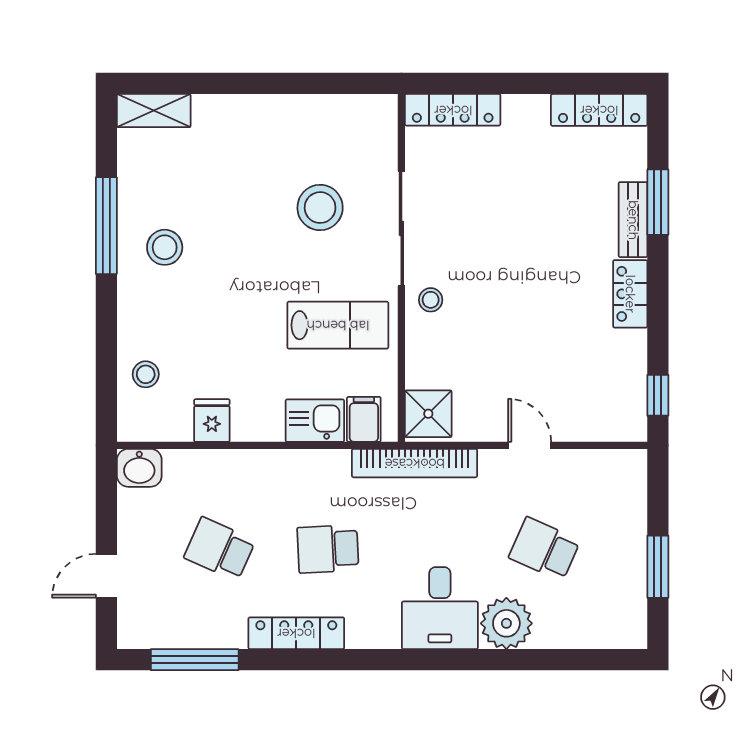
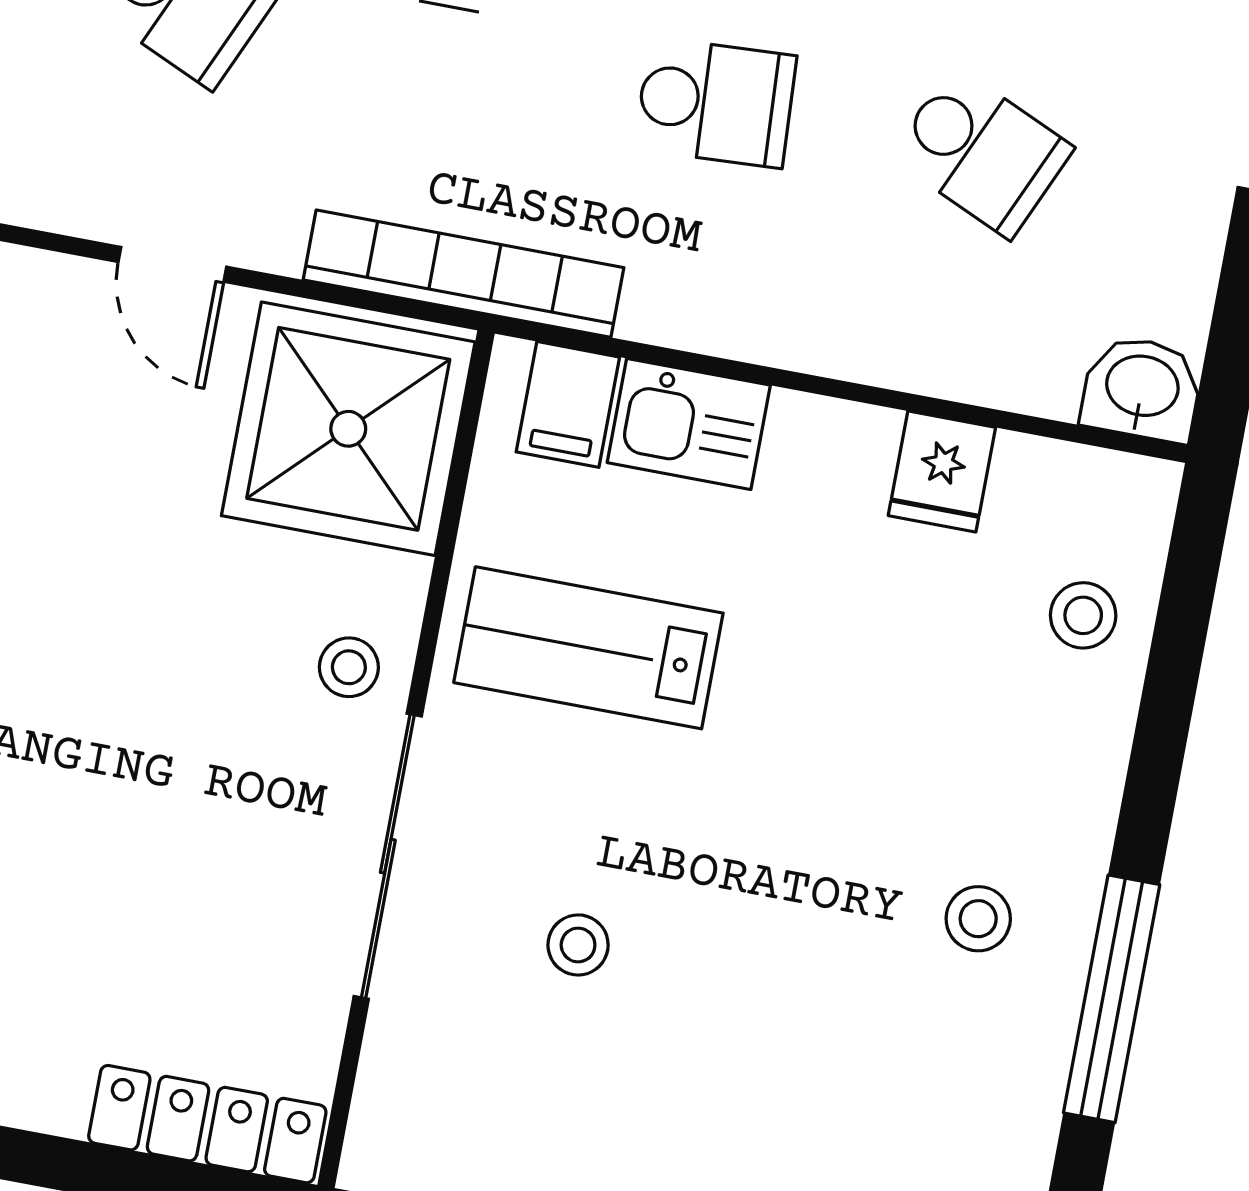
stool: (320, 208) -> (578, 945), width x0.53, depth x0.53
stool: (165, 247) -> (978, 919), width x0.73, depth x0.73
shower: (428, 414) -> (348, 429), width x1.86, depth x1.86

